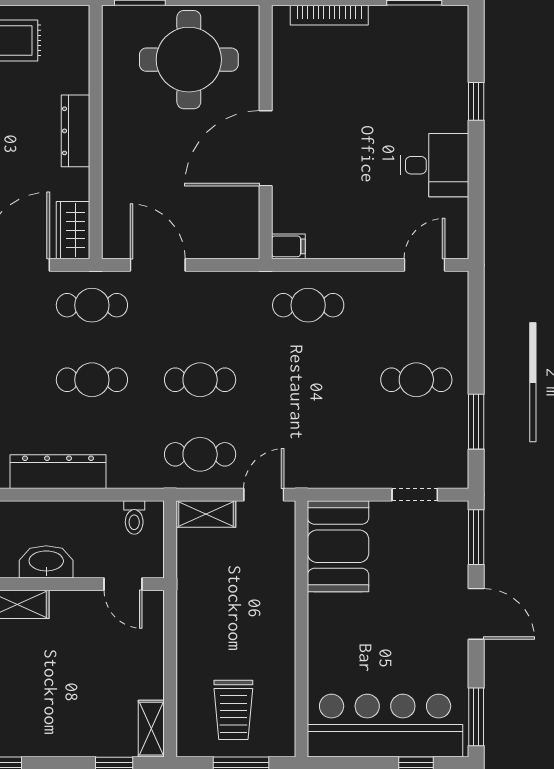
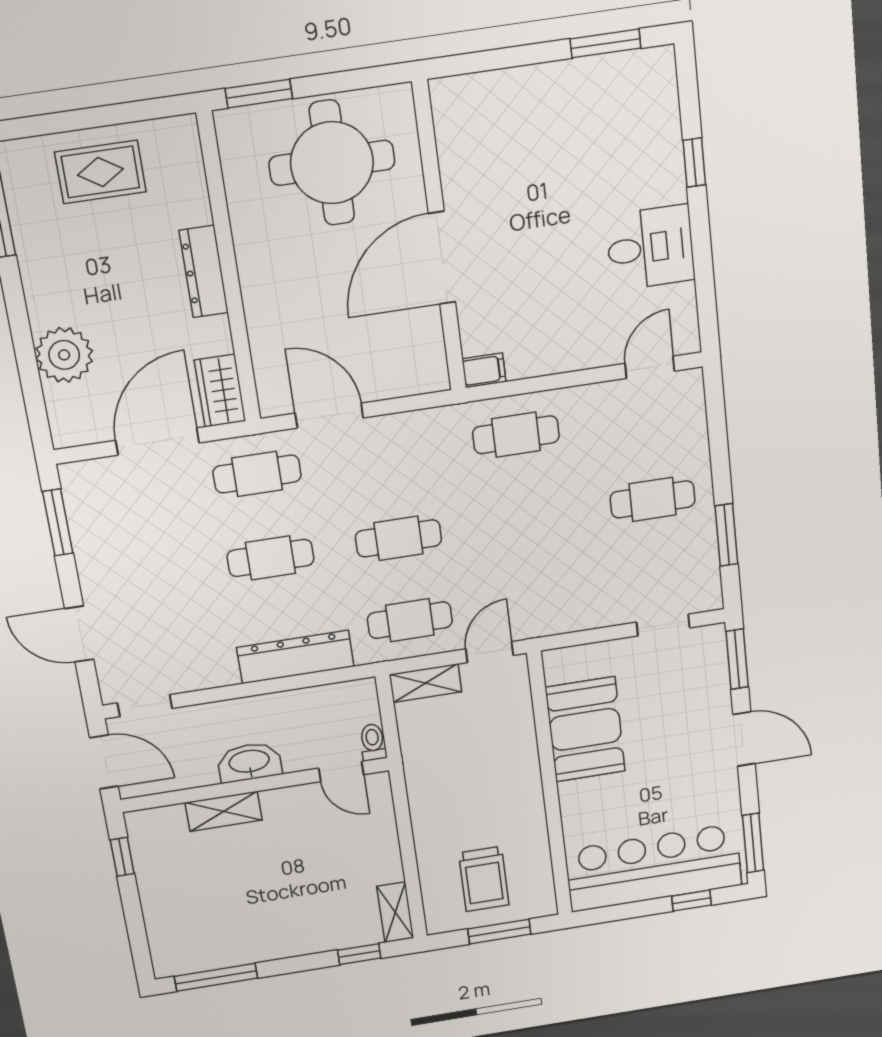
bookcase: (329, 15) -> (501, 81), removed
dresser: (58, 472) -> (295, 657), moved
toilet: (134, 517) -> (373, 742), moved, turned 180
booth: (338, 546) -> (585, 729), moved

